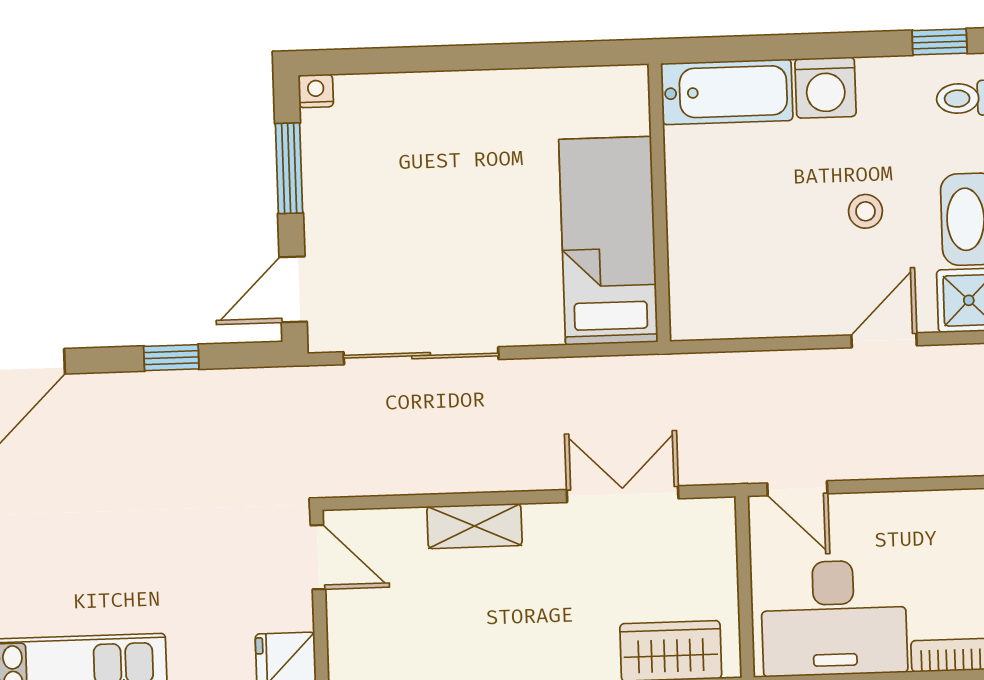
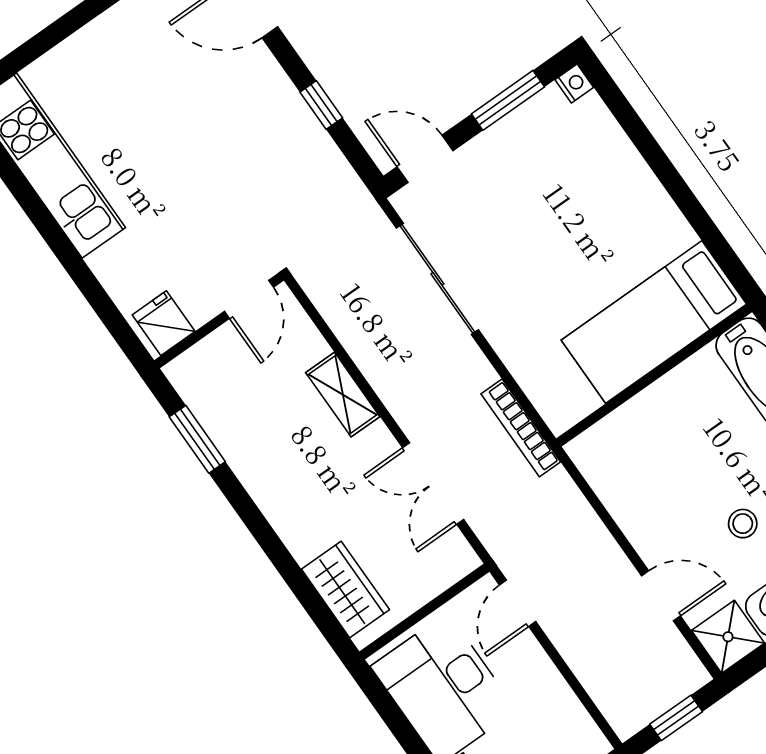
bed: (608, 241) -> (654, 322), moved, turned 180
bookcase: (624, 370) -> (521, 428), added
double door: (623, 494) -> (433, 484), swing flipped

